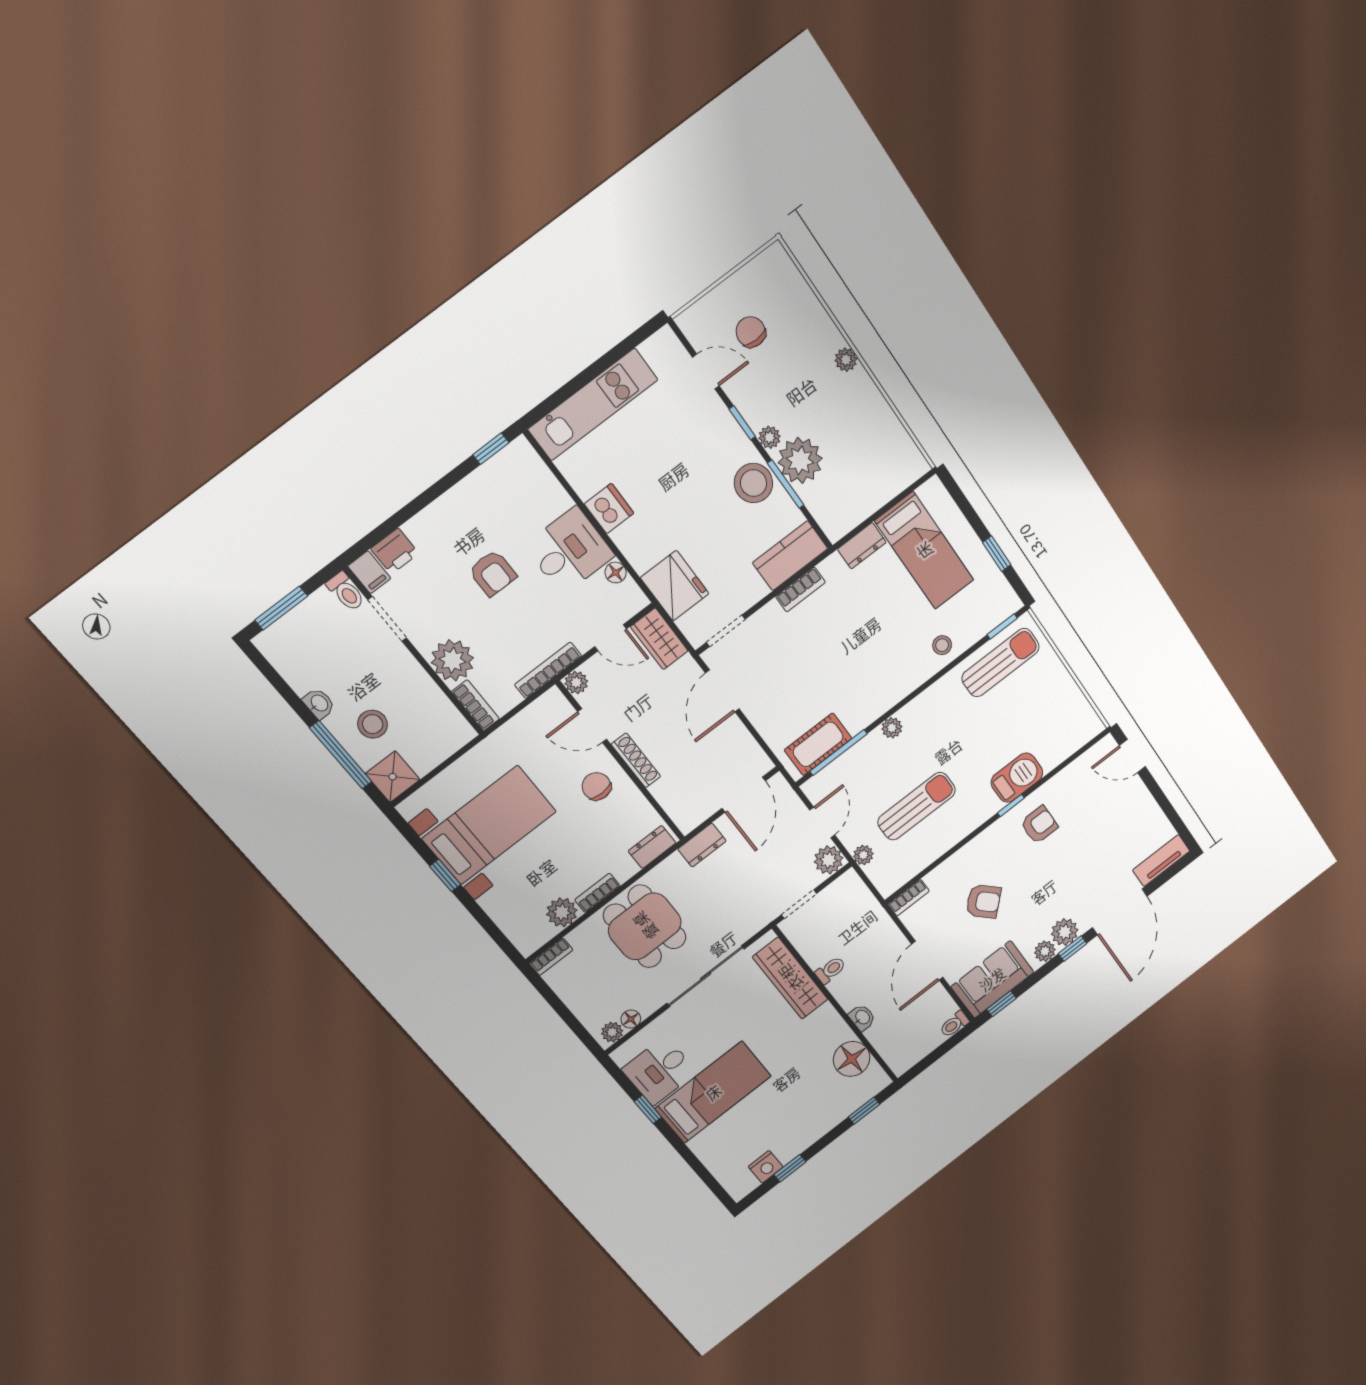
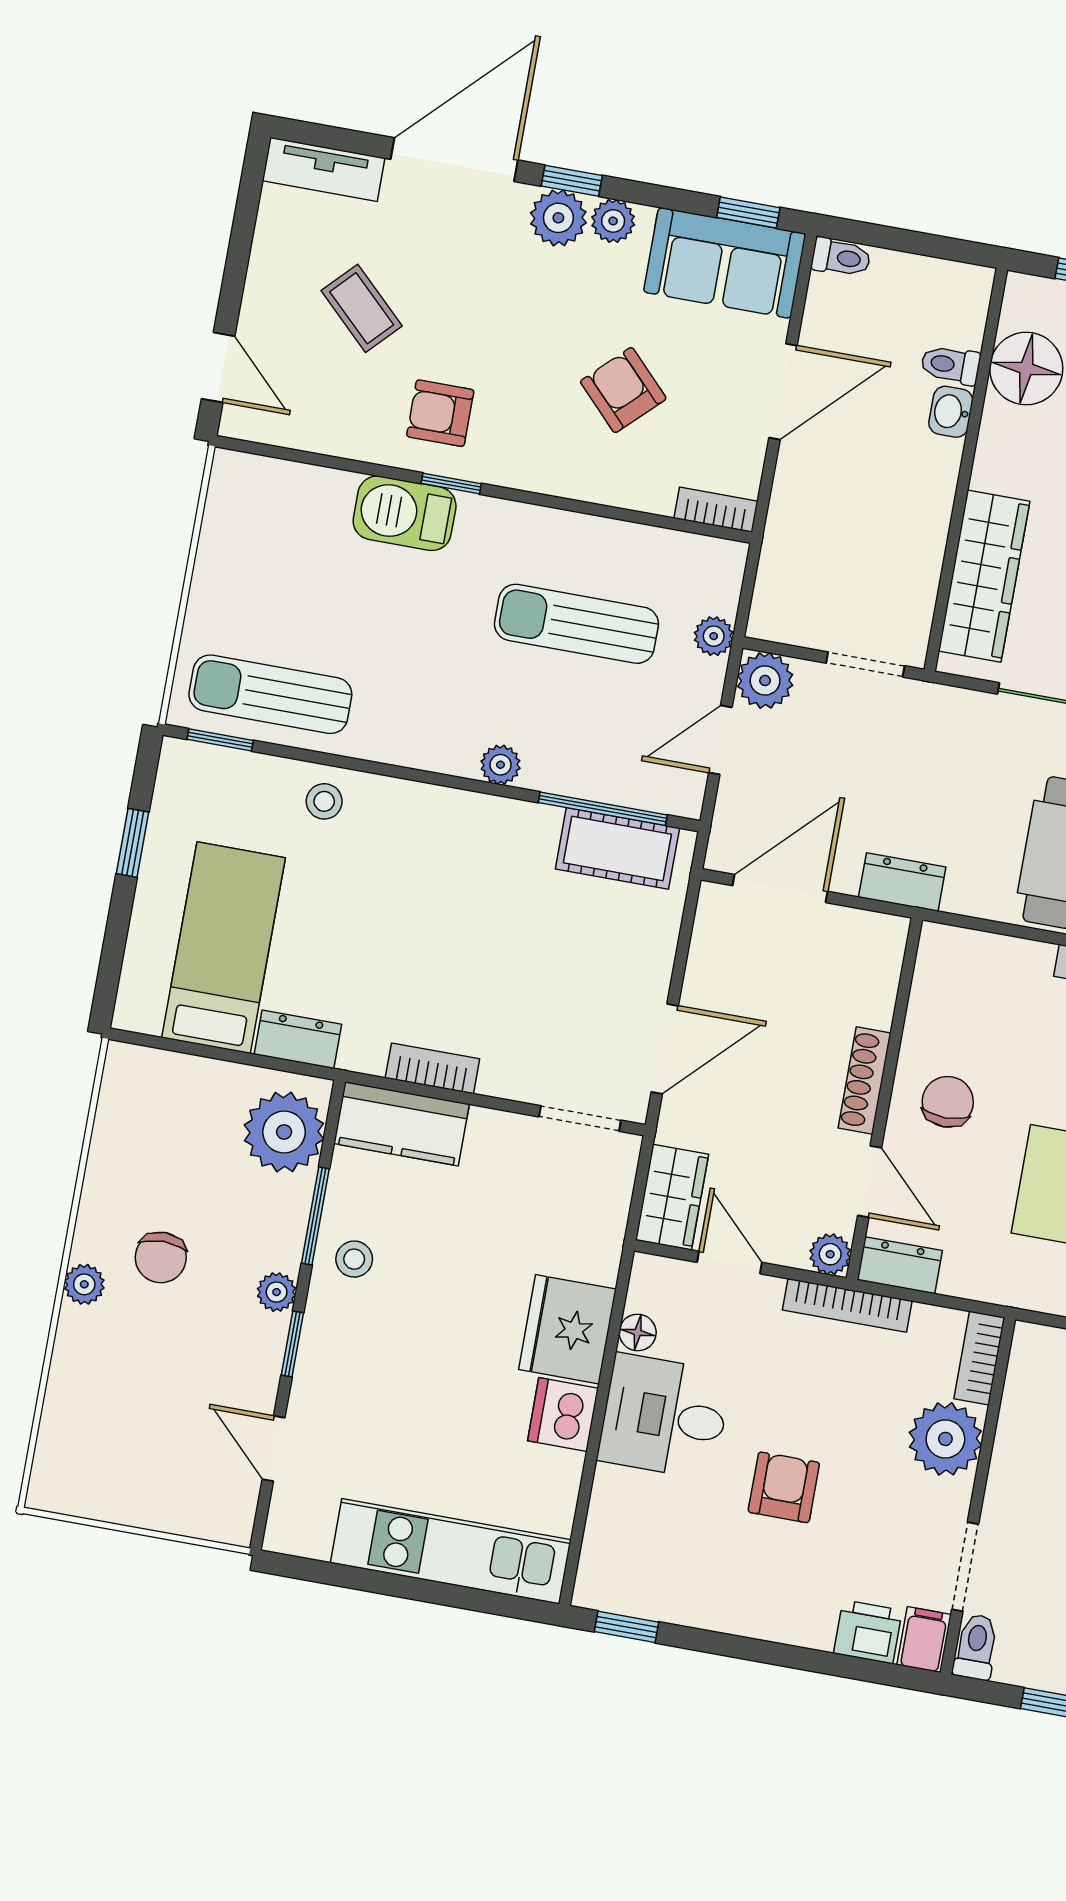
chair: (751, 332) -> (161, 1257), moved
plant: (800, 460) -> (284, 1132), moved
stool: (754, 483) -> (354, 1259), width x0.53, depth x0.53
fridge: (675, 586) -> (567, 1329), moved
chair: (596, 786) -> (948, 1102), turned 180
coffee table: (1102, 830) -> (362, 308), added
dresser: (652, 847) -> (900, 1265), moved, turned 180
toilet: (830, 970) -> (950, 365), moved

